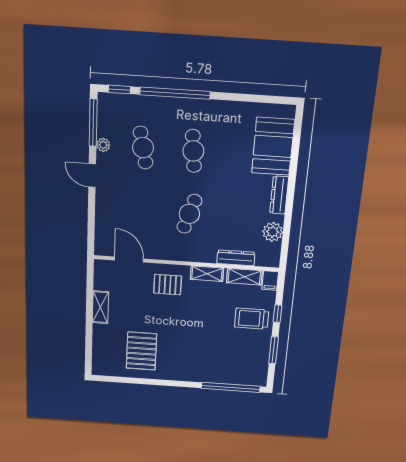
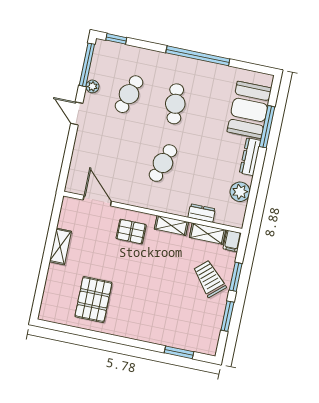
window: (175, 93) -> (198, 56), moved
cafe table: (143, 148) -> (129, 94), turned 30
window: (294, 161) -> (267, 127), added
dresser: (236, 258) -> (202, 213), width x0.70
window: (278, 314) -> (236, 277), width x1.50
trolley: (252, 319) -> (209, 279), turned 48
window: (231, 387) -> (179, 352), width x0.47

